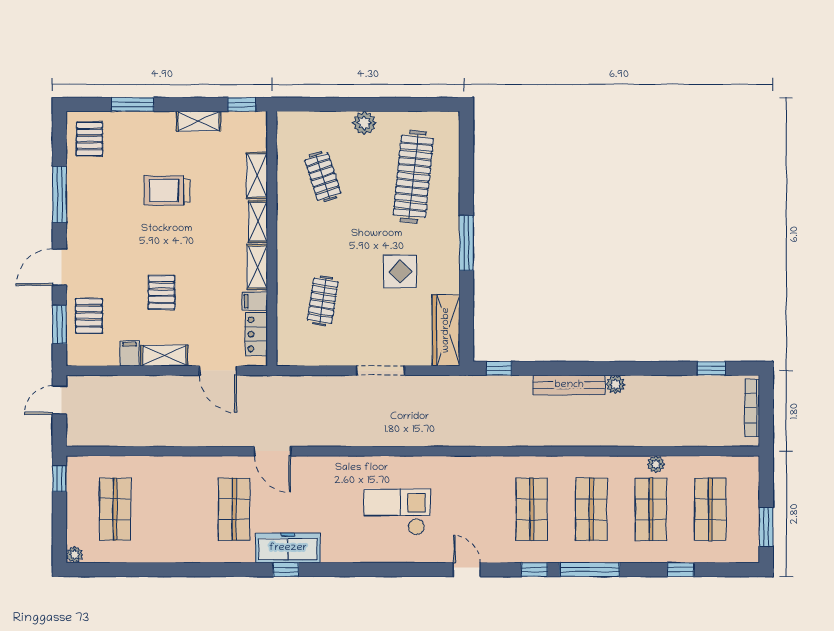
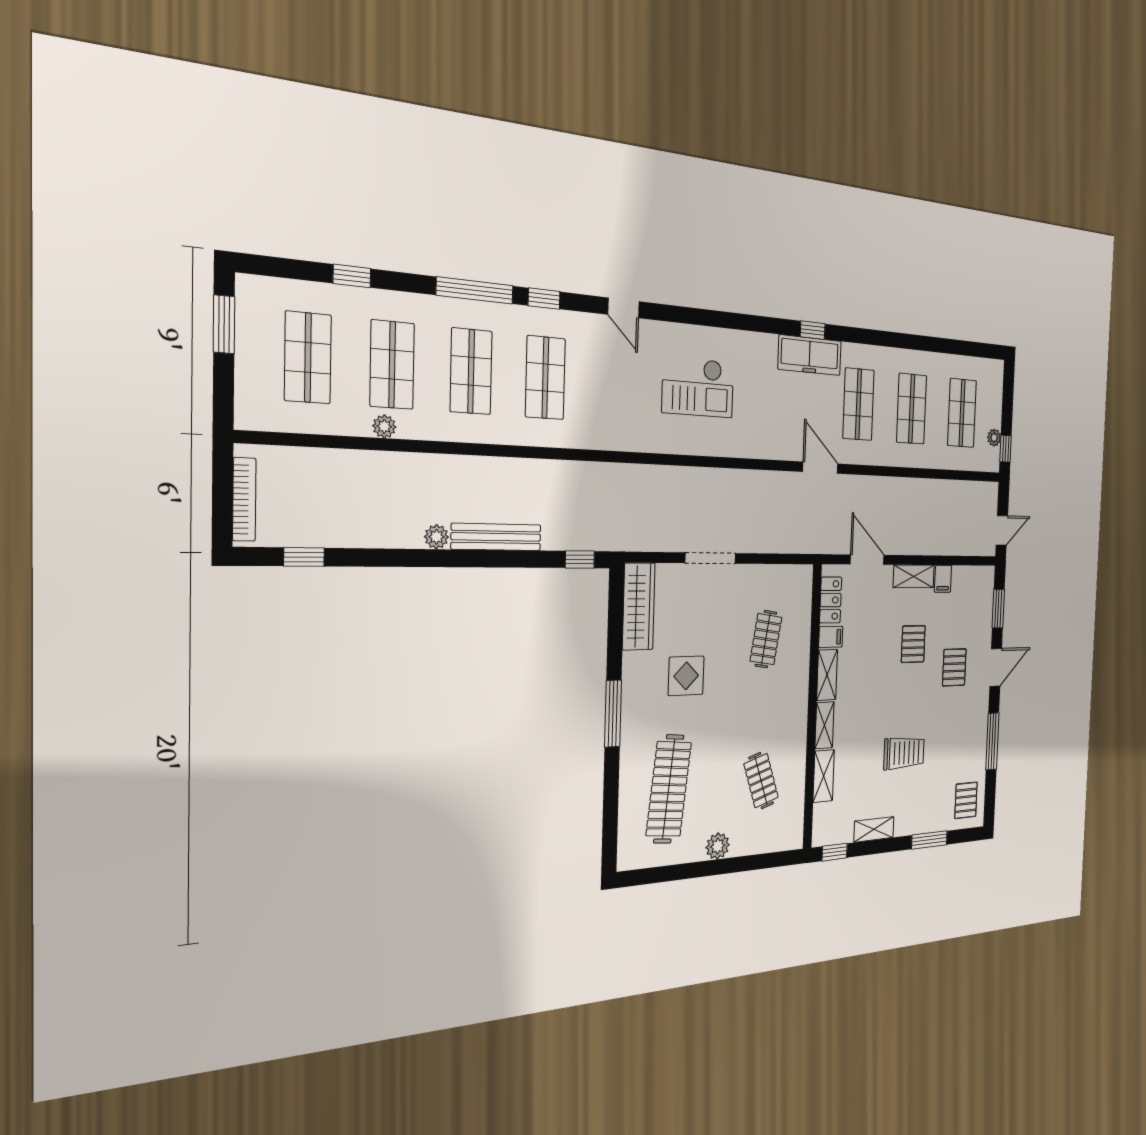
pallet: (89, 316) -> (954, 667), moved
shop shelf: (175, 509) -> (912, 409), added
plant: (74, 555) -> (994, 438), moved

